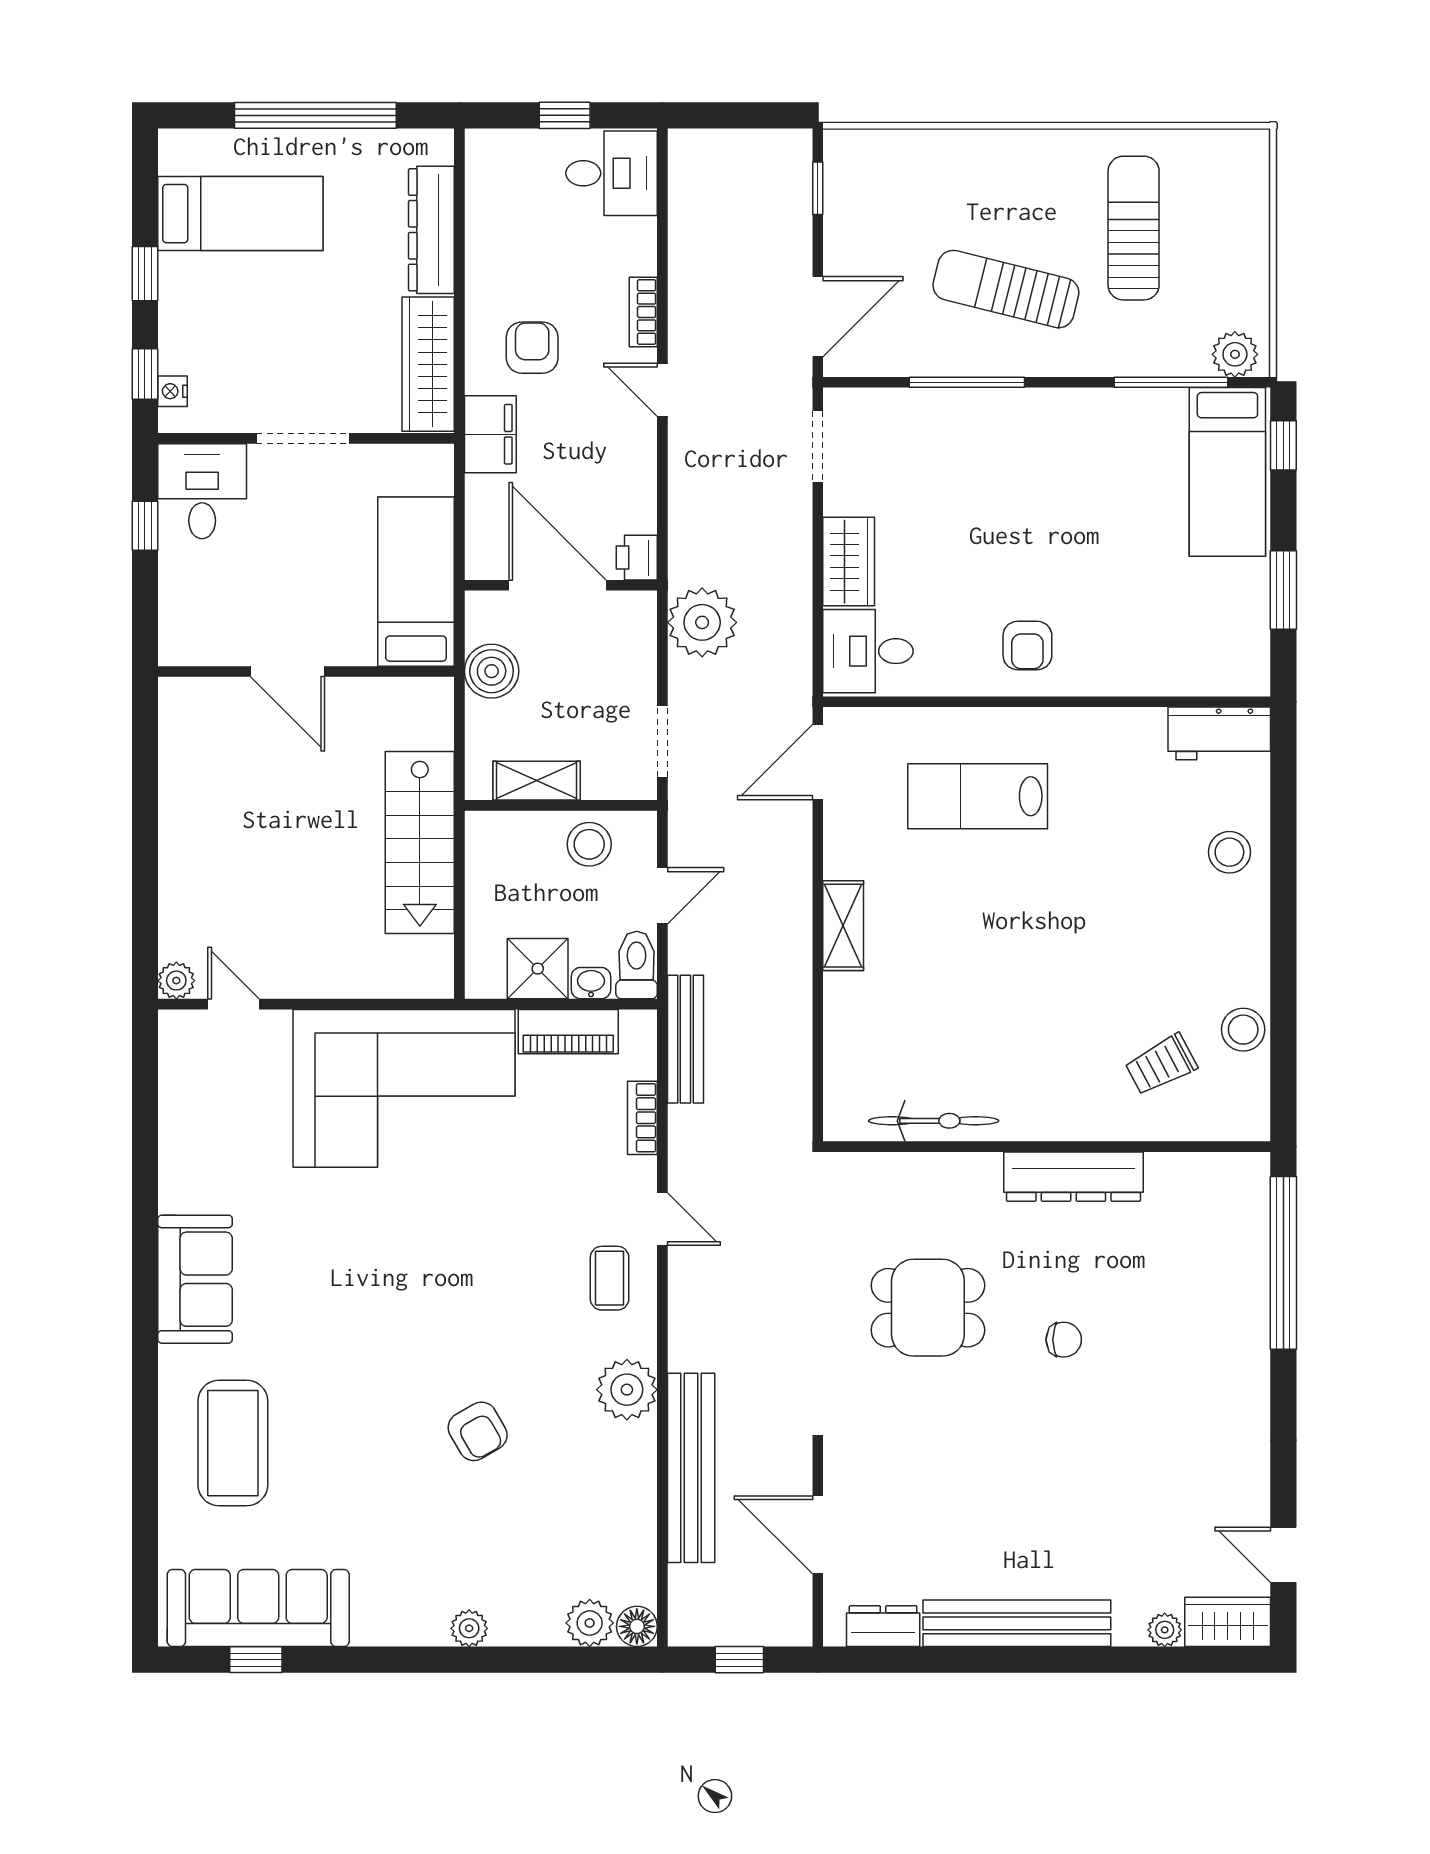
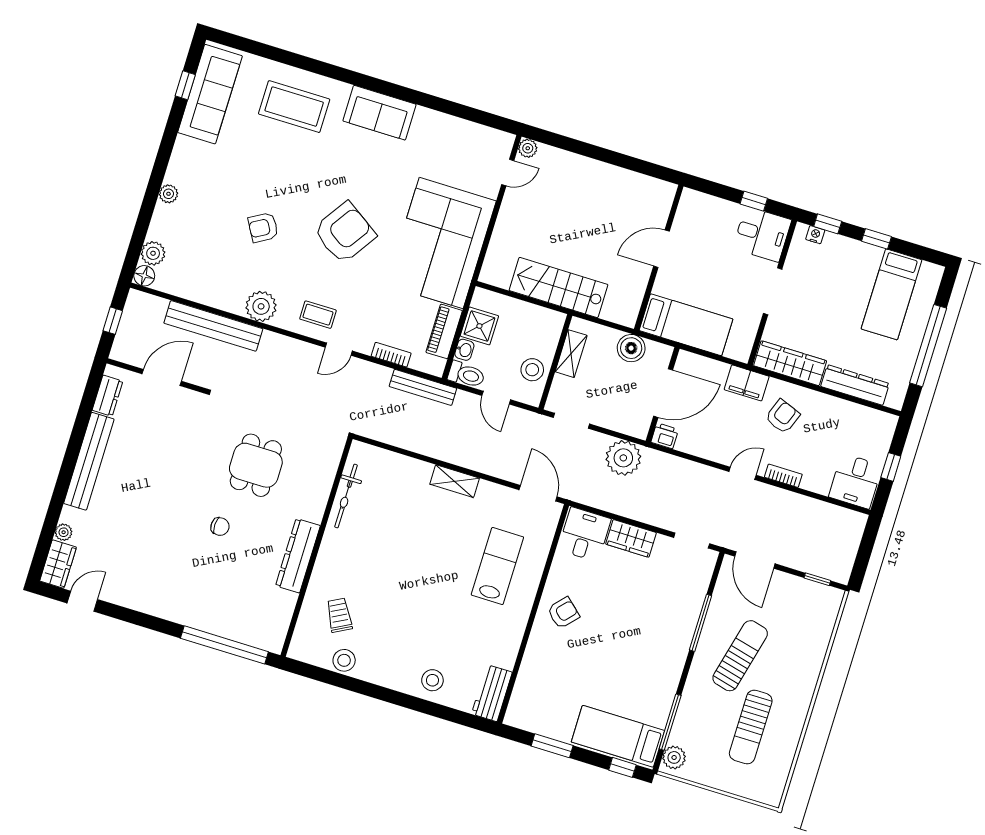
sun lounger: (1134, 228) -> (751, 727), turned 90
armchair: (532, 348) -> (783, 416), turned -69
armchair: (1027, 645) -> (563, 613), turned 132
armchair: (440, 1276) -> (345, 233), added
chair: (1064, 1340) -> (220, 527), turned -88

